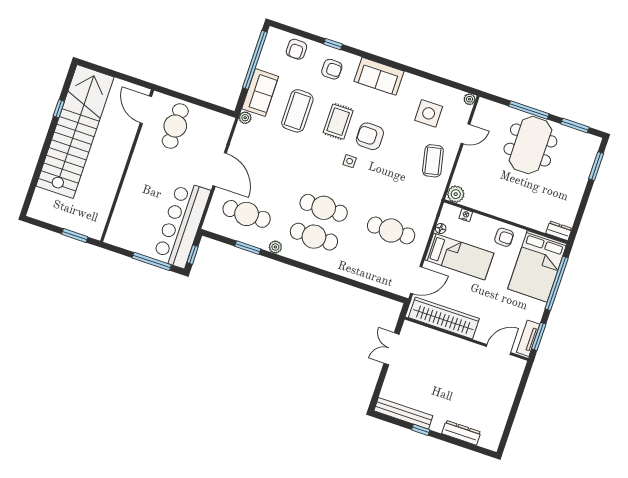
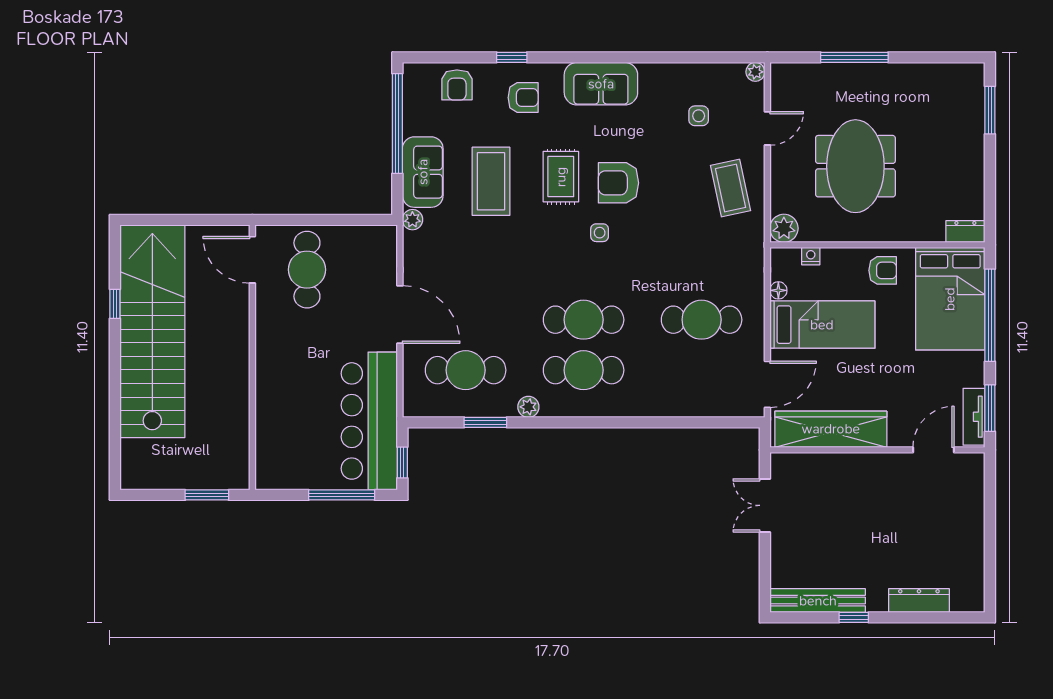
side table: (429, 113) -> (699, 116), width x0.54, depth x0.54
window: (575, 126) -> (935, 57), removed
meeting table: (530, 145) -> (855, 166), moved

